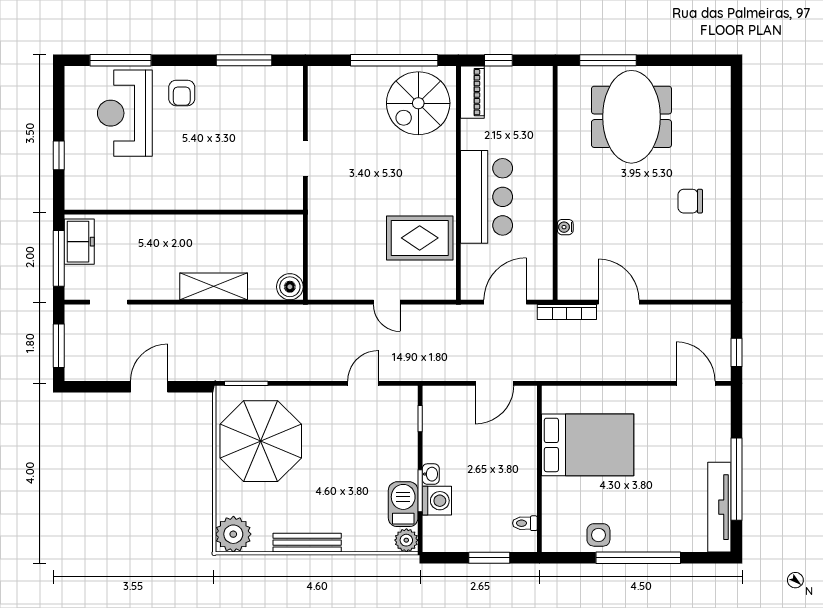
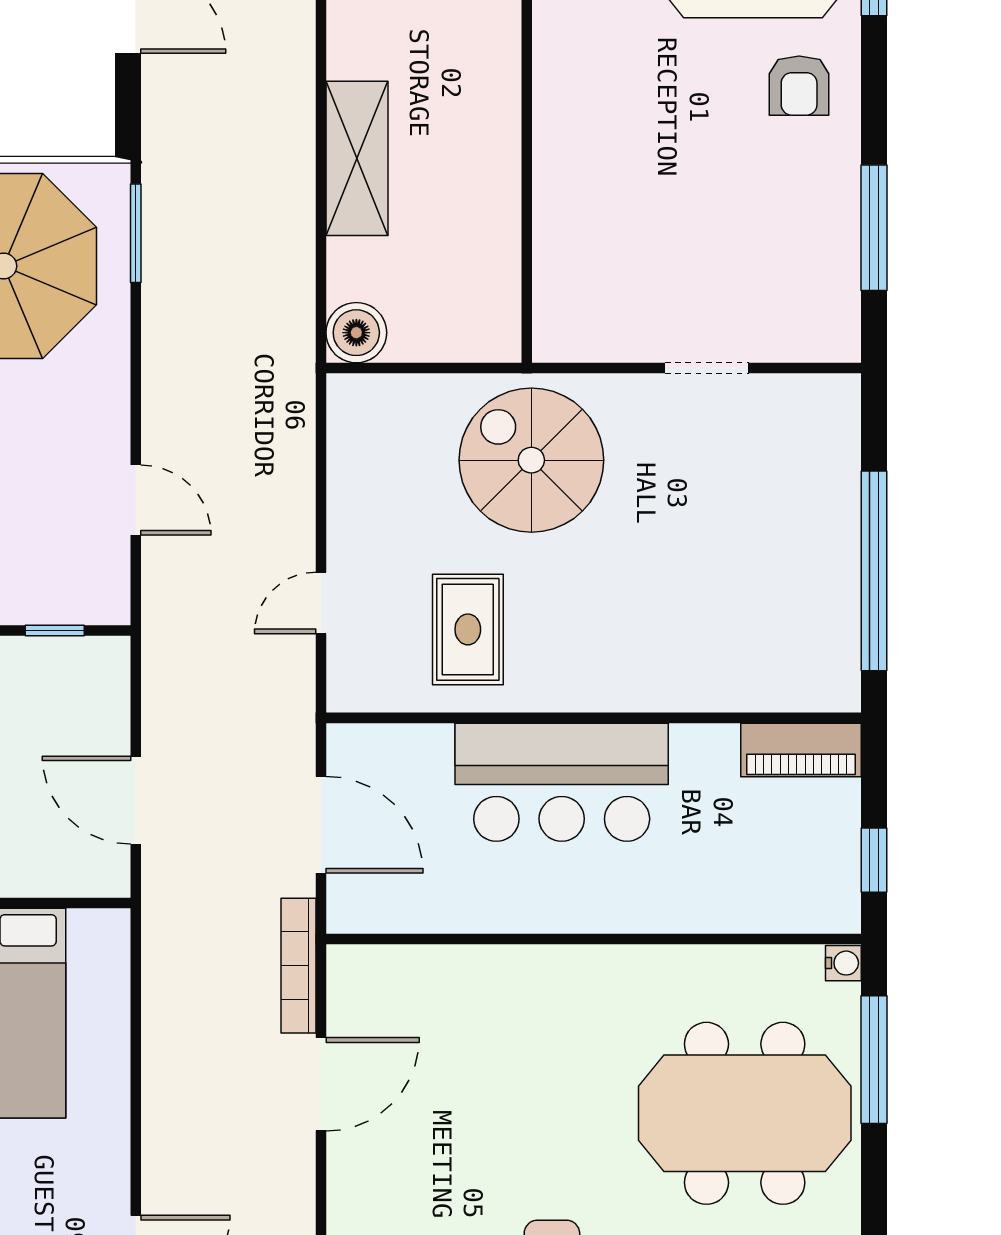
window: (498, 60) -> (874, 860), moved
armchair: (182, 93) -> (799, 86), turned -90
spiral stairs: (418, 103) -> (531, 460), moved
doorway: (305, 159) -> (707, 368), moved
water cooler: (565, 227) -> (843, 963), moved, turned 90
rug: (420, 238) -> (468, 629), width x0.73, depth x0.70
door: (387, 302) -> (321, 603), moved

